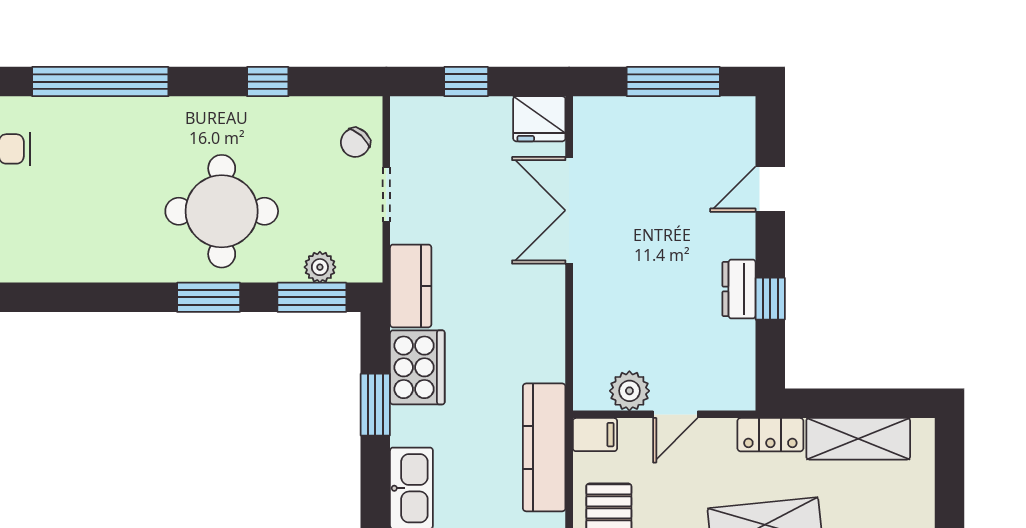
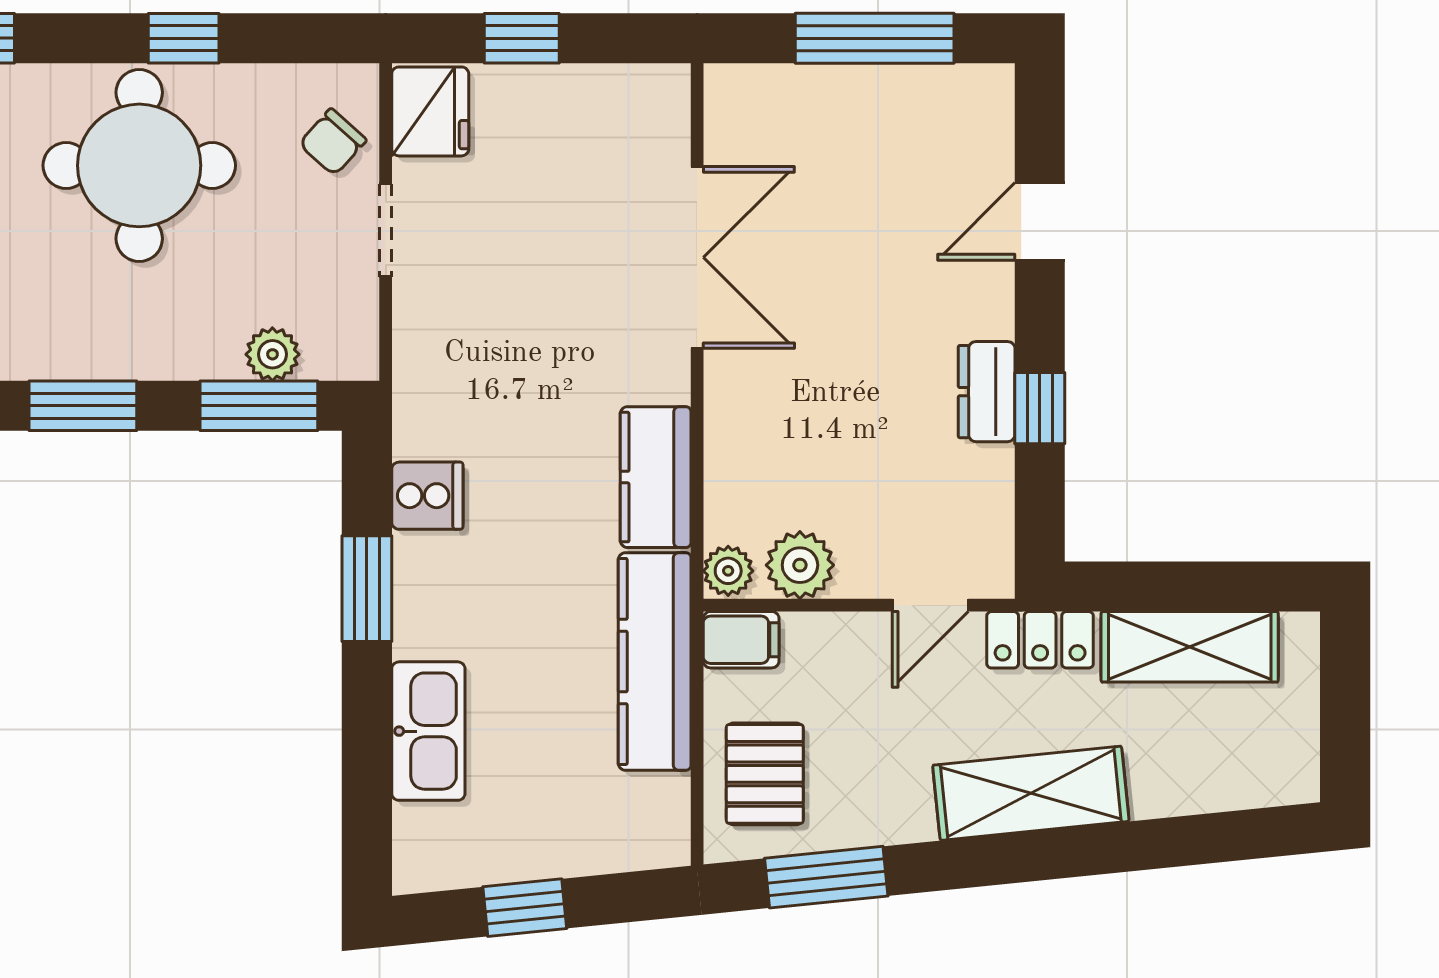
fridge: (539, 119) -> (430, 111), moved, turned -90
double door: (569, 210) -> (697, 257), swing flipped
round table: (222, 211) -> (139, 165), moved
kitchen counter: (411, 286) -> (656, 477), moved, turned 180
cooker: (417, 367) -> (427, 496), width x0.53, depth x0.76
plant: (587, 394) -> (728, 571), added
door: (675, 414) -> (930, 605), moved

